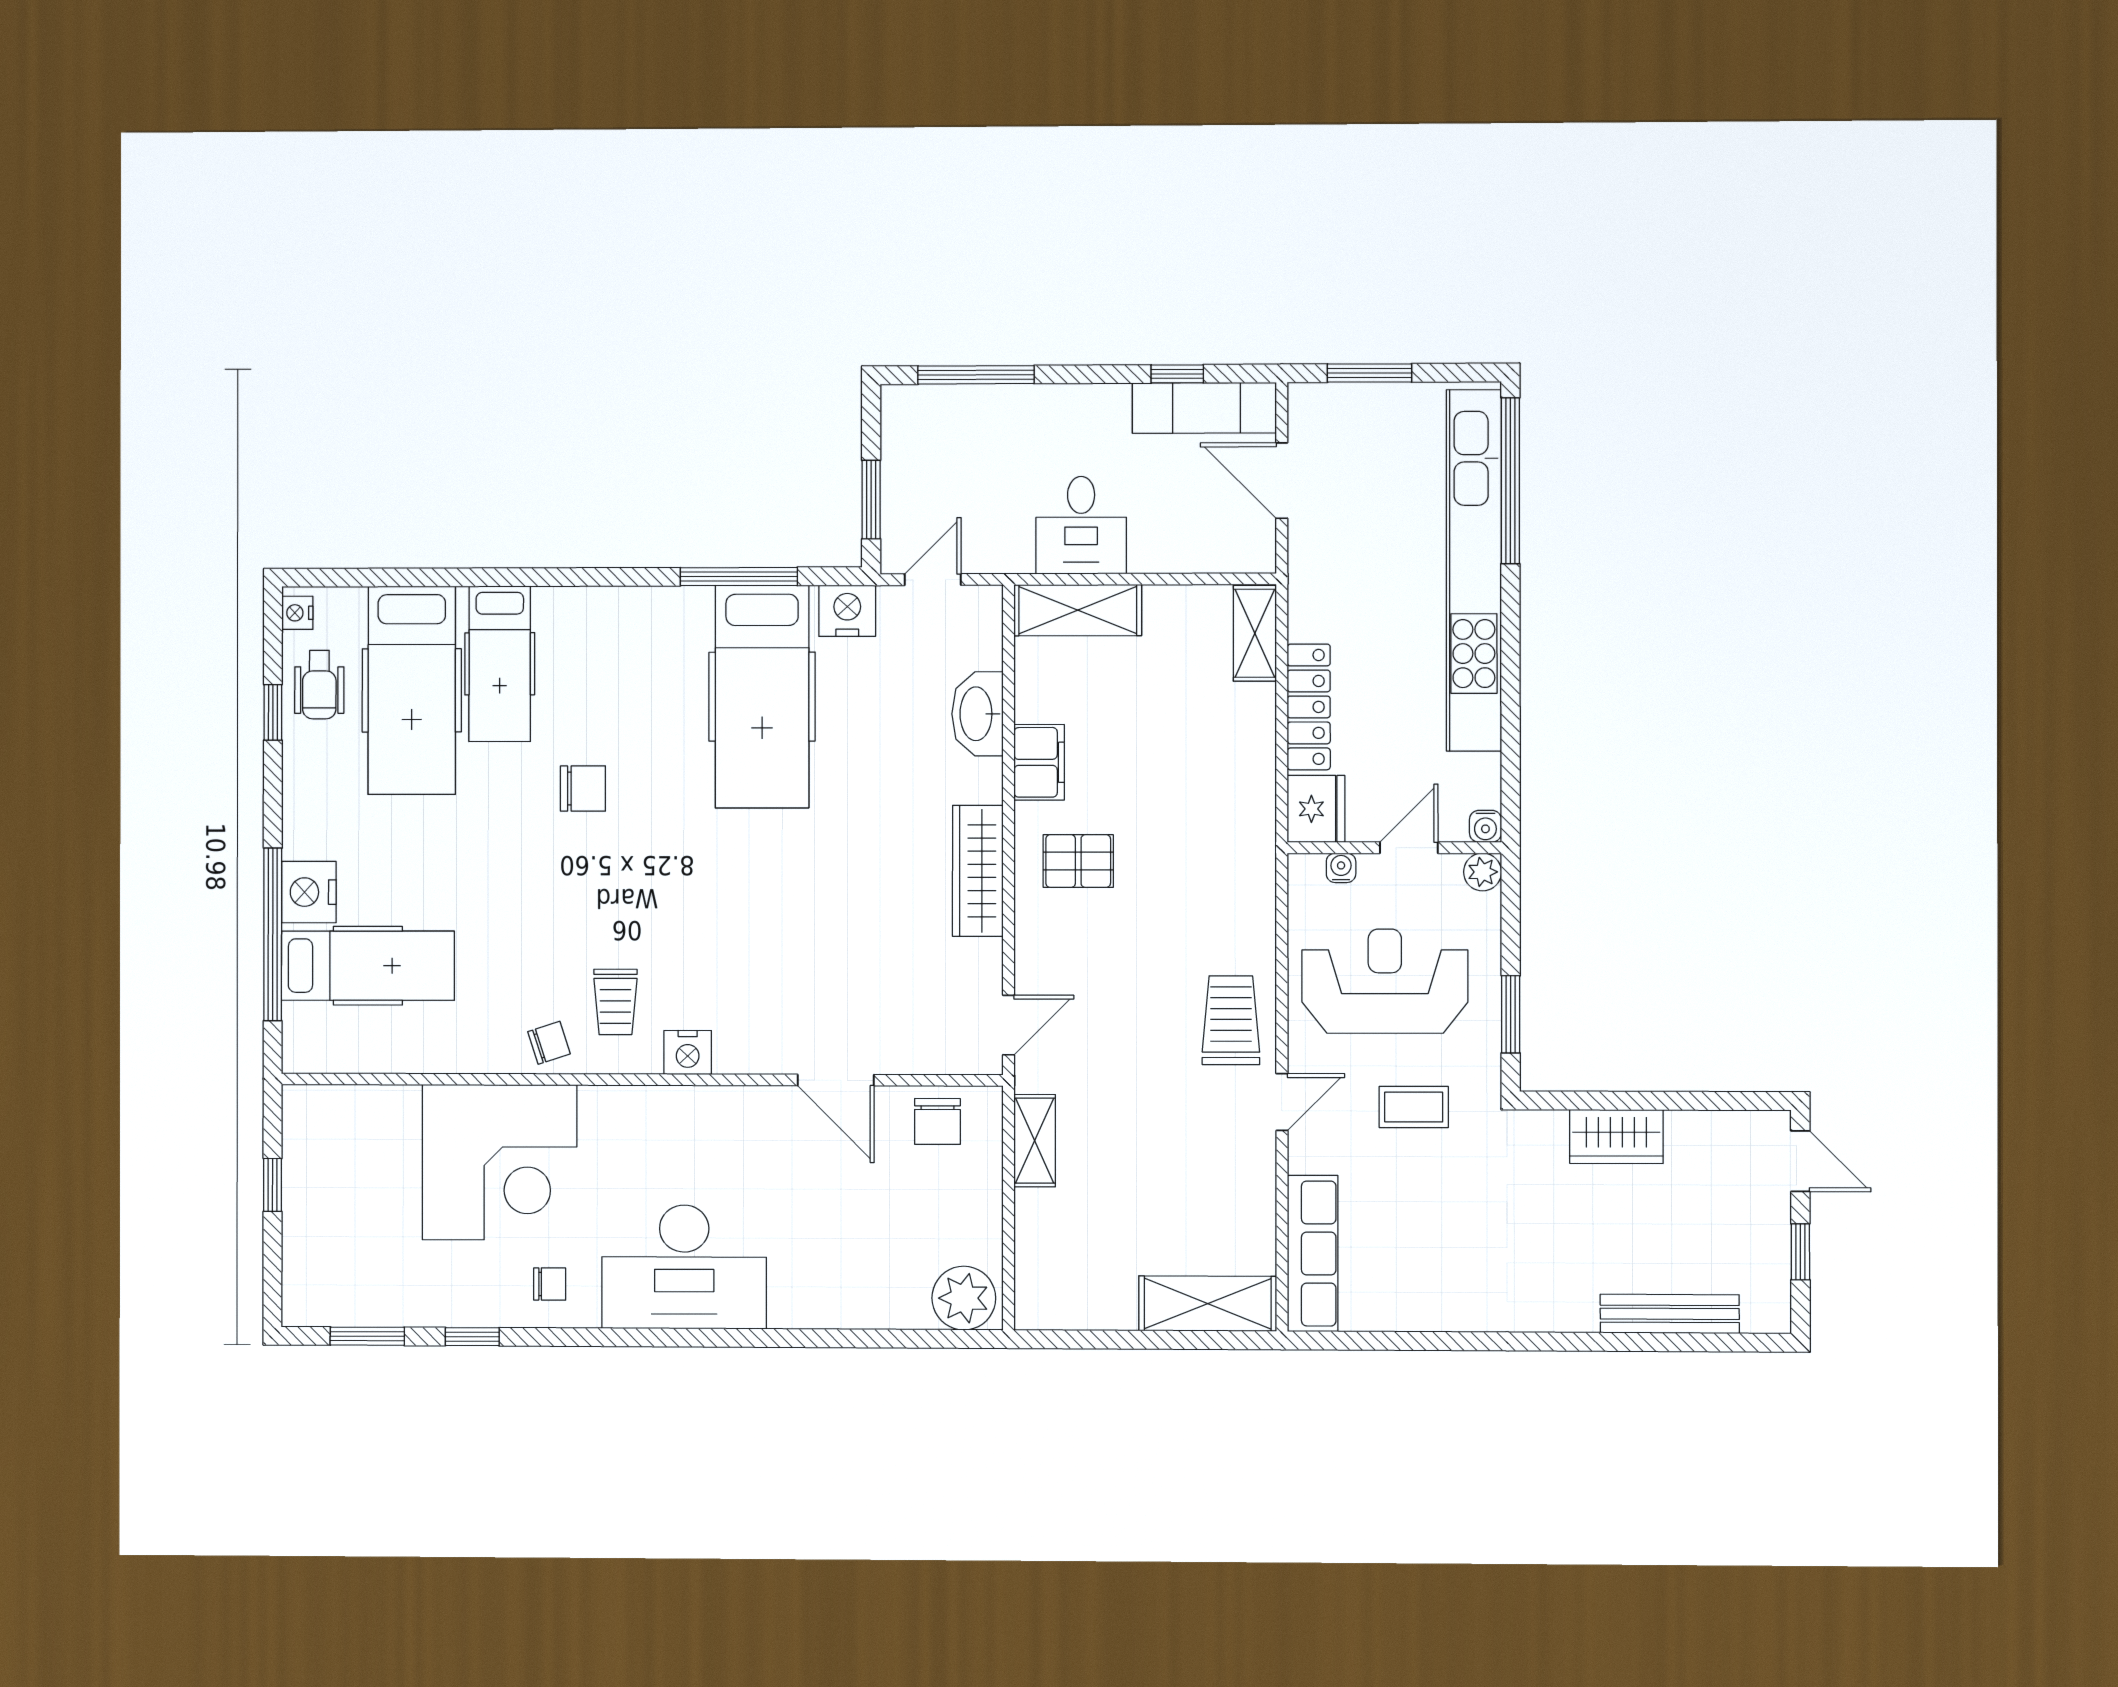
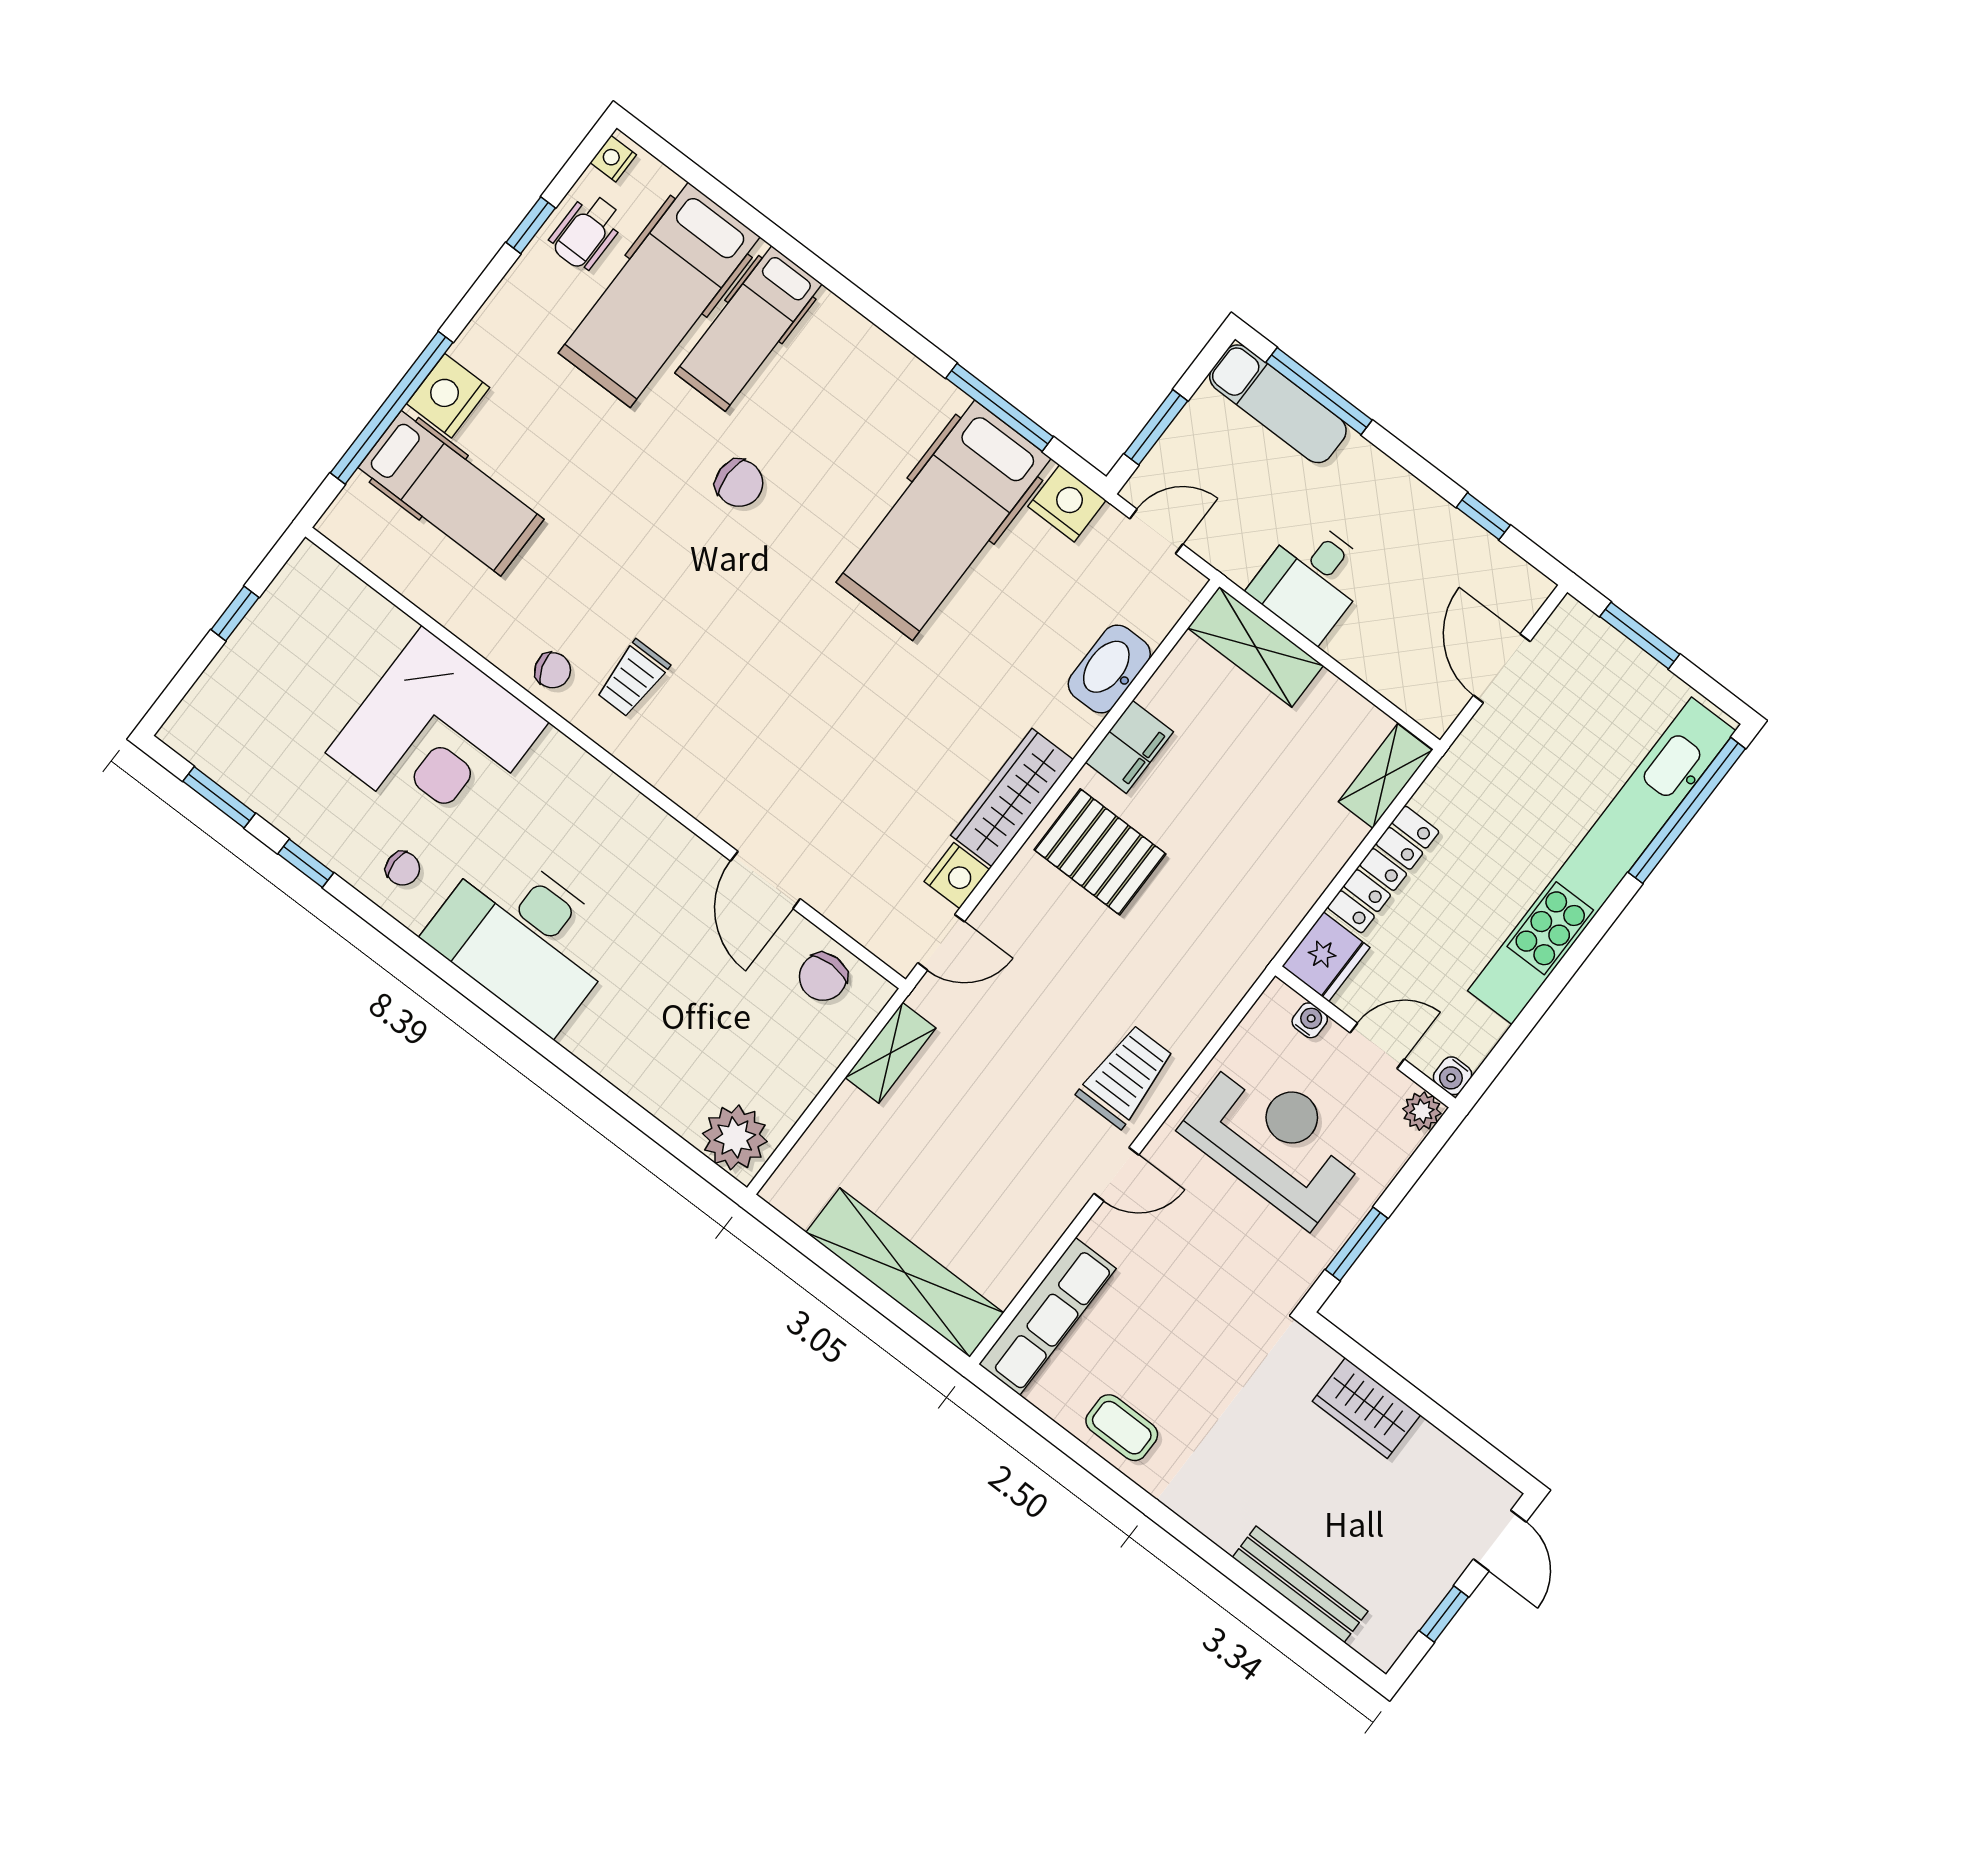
exam couch: (1204, 408) -> (1278, 404), moved
pallet: (1078, 861) -> (1100, 852), width x1.50, depth x1.42
nightstand: (688, 1052) -> (957, 876), moved, turned -90
coffee table: (1414, 1107) -> (1122, 1428), moved
shelving: (1208, 1304) -> (905, 1273), width x1.47

